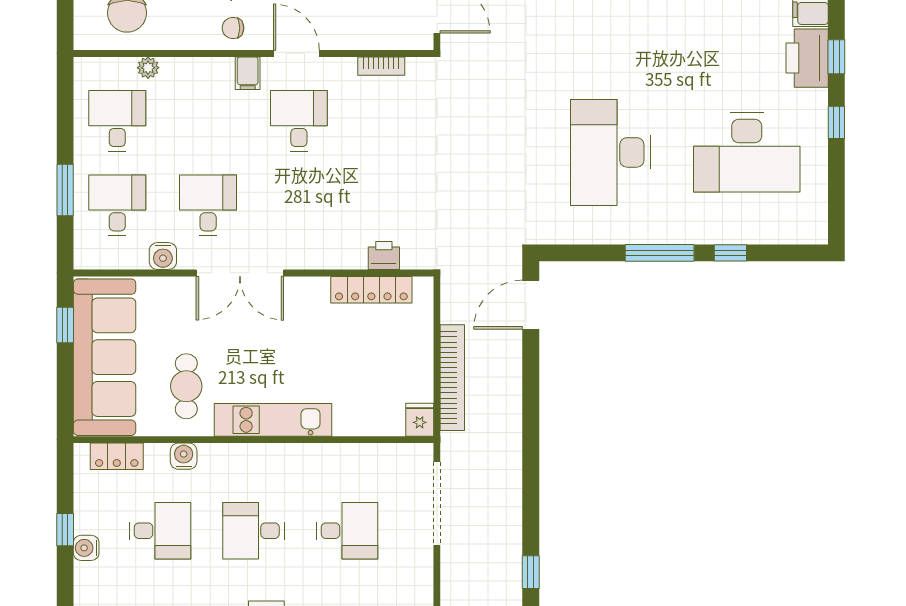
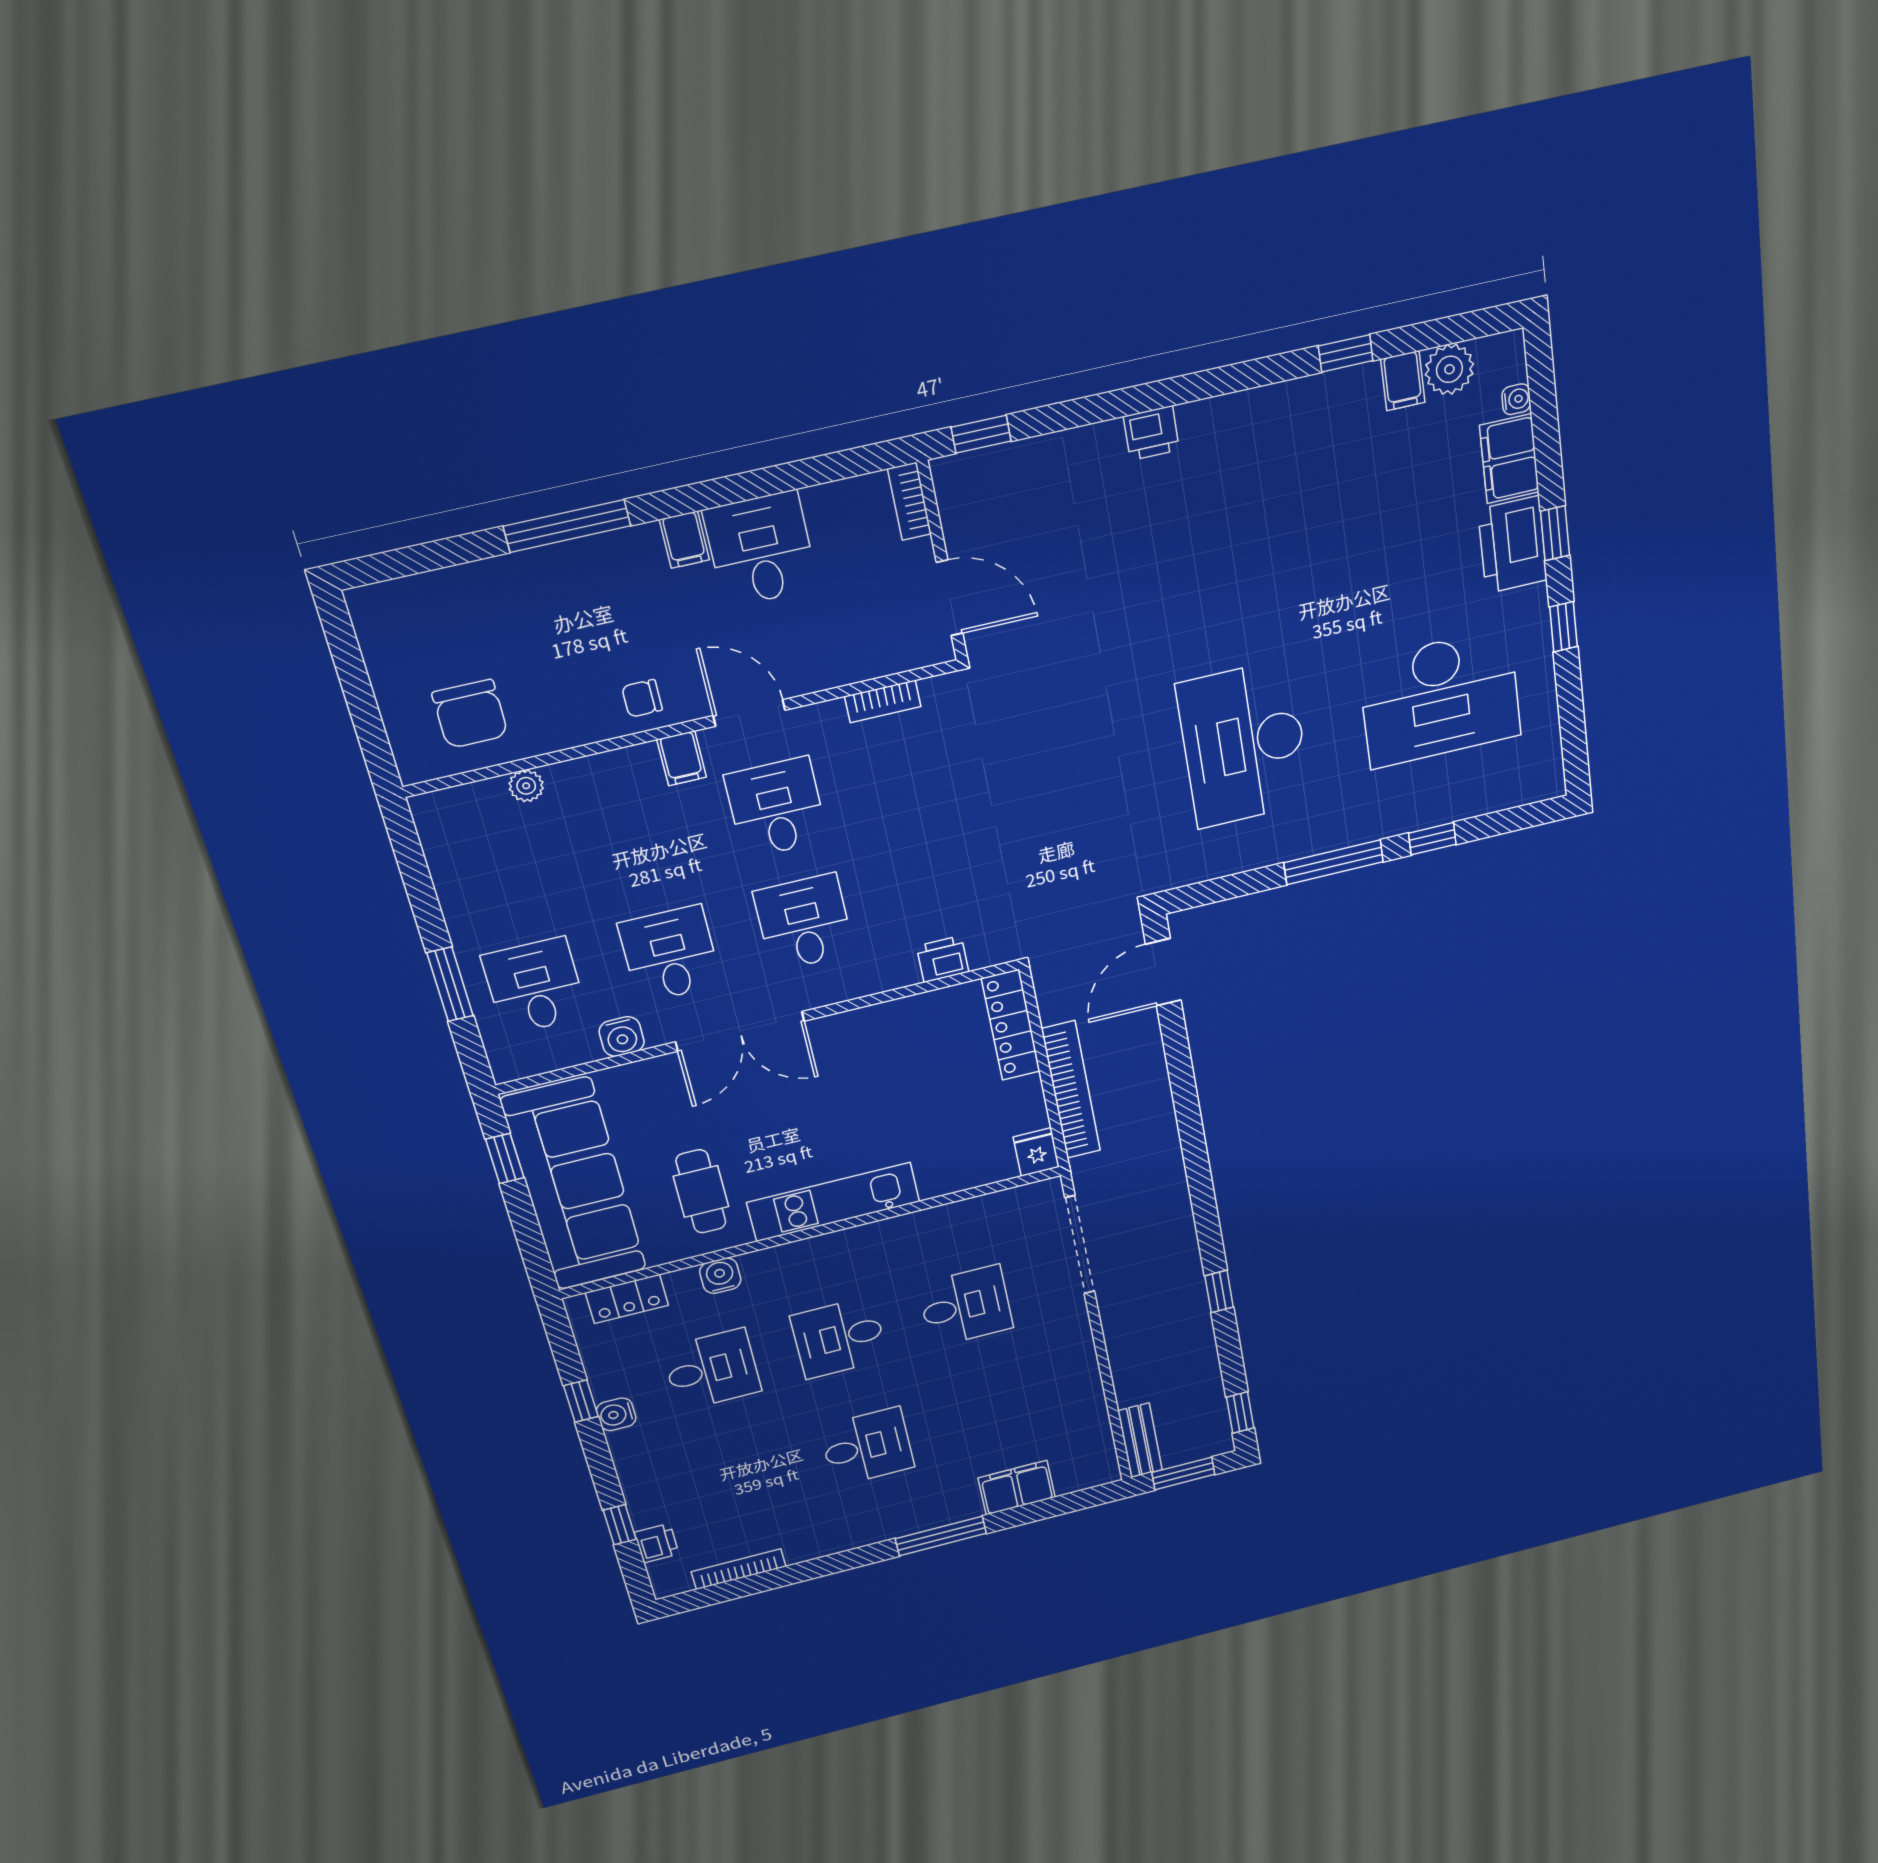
desk: (117, 121) -> (804, 923), moved
locker: (371, 290) -> (1011, 1025), moved, turned 90

